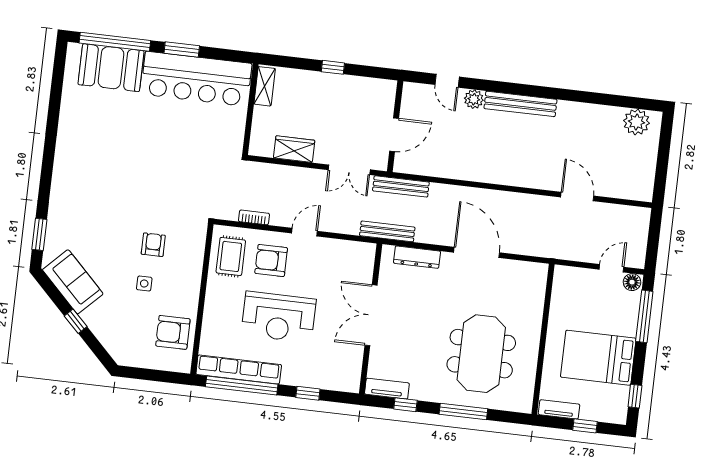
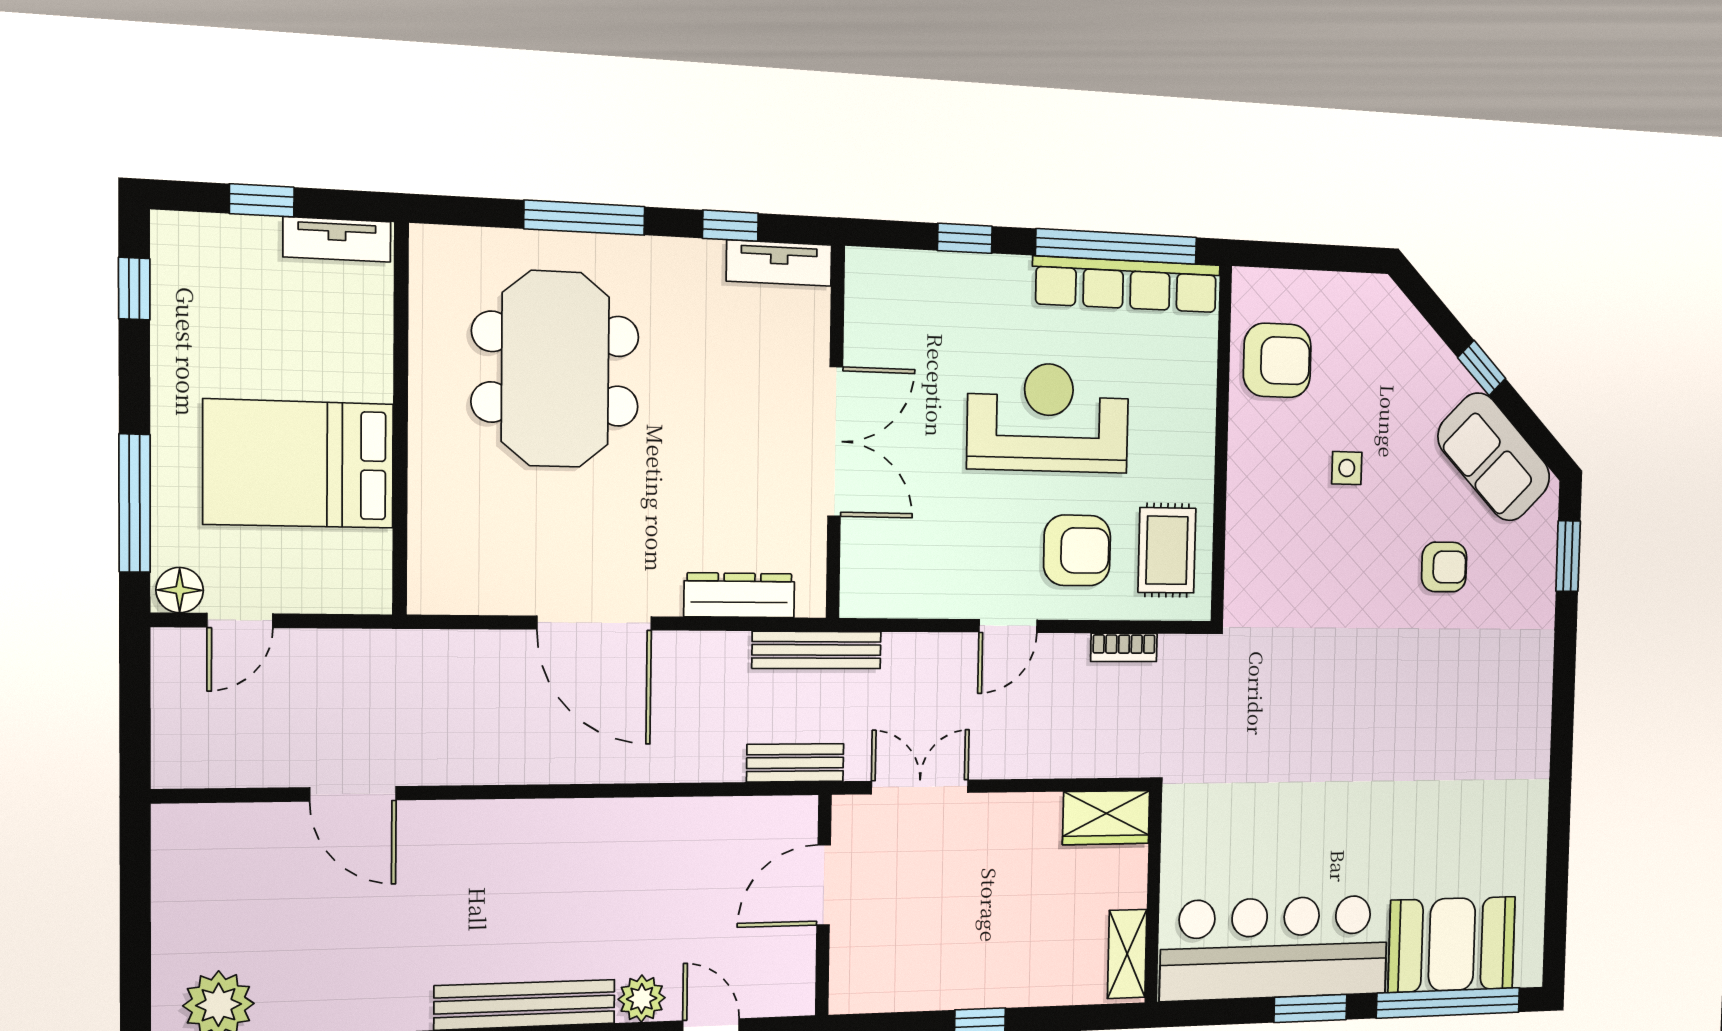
wardrobe: (294, 149) -> (1106, 818), moved
bench: (401, 186) -> (795, 763), width x0.73
armchair: (153, 245) -> (1444, 567), moved, turned -90
bed: (598, 358) -> (299, 464), moved, turned 180

